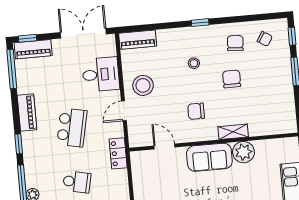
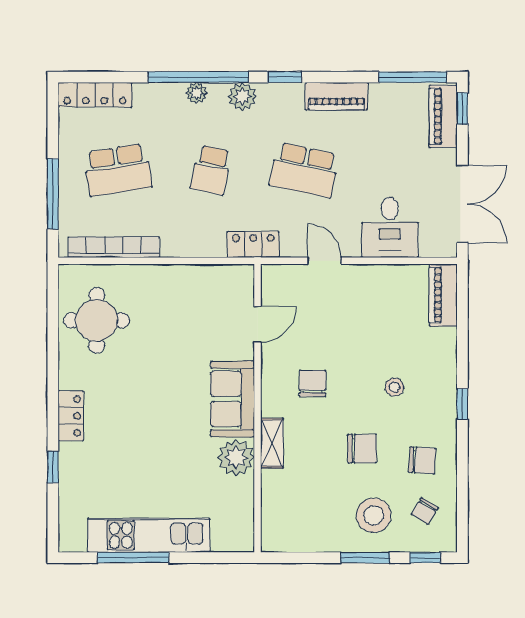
stool: (143, 85) -> (374, 515), moved
plant: (32, 168) -> (242, 96), added

